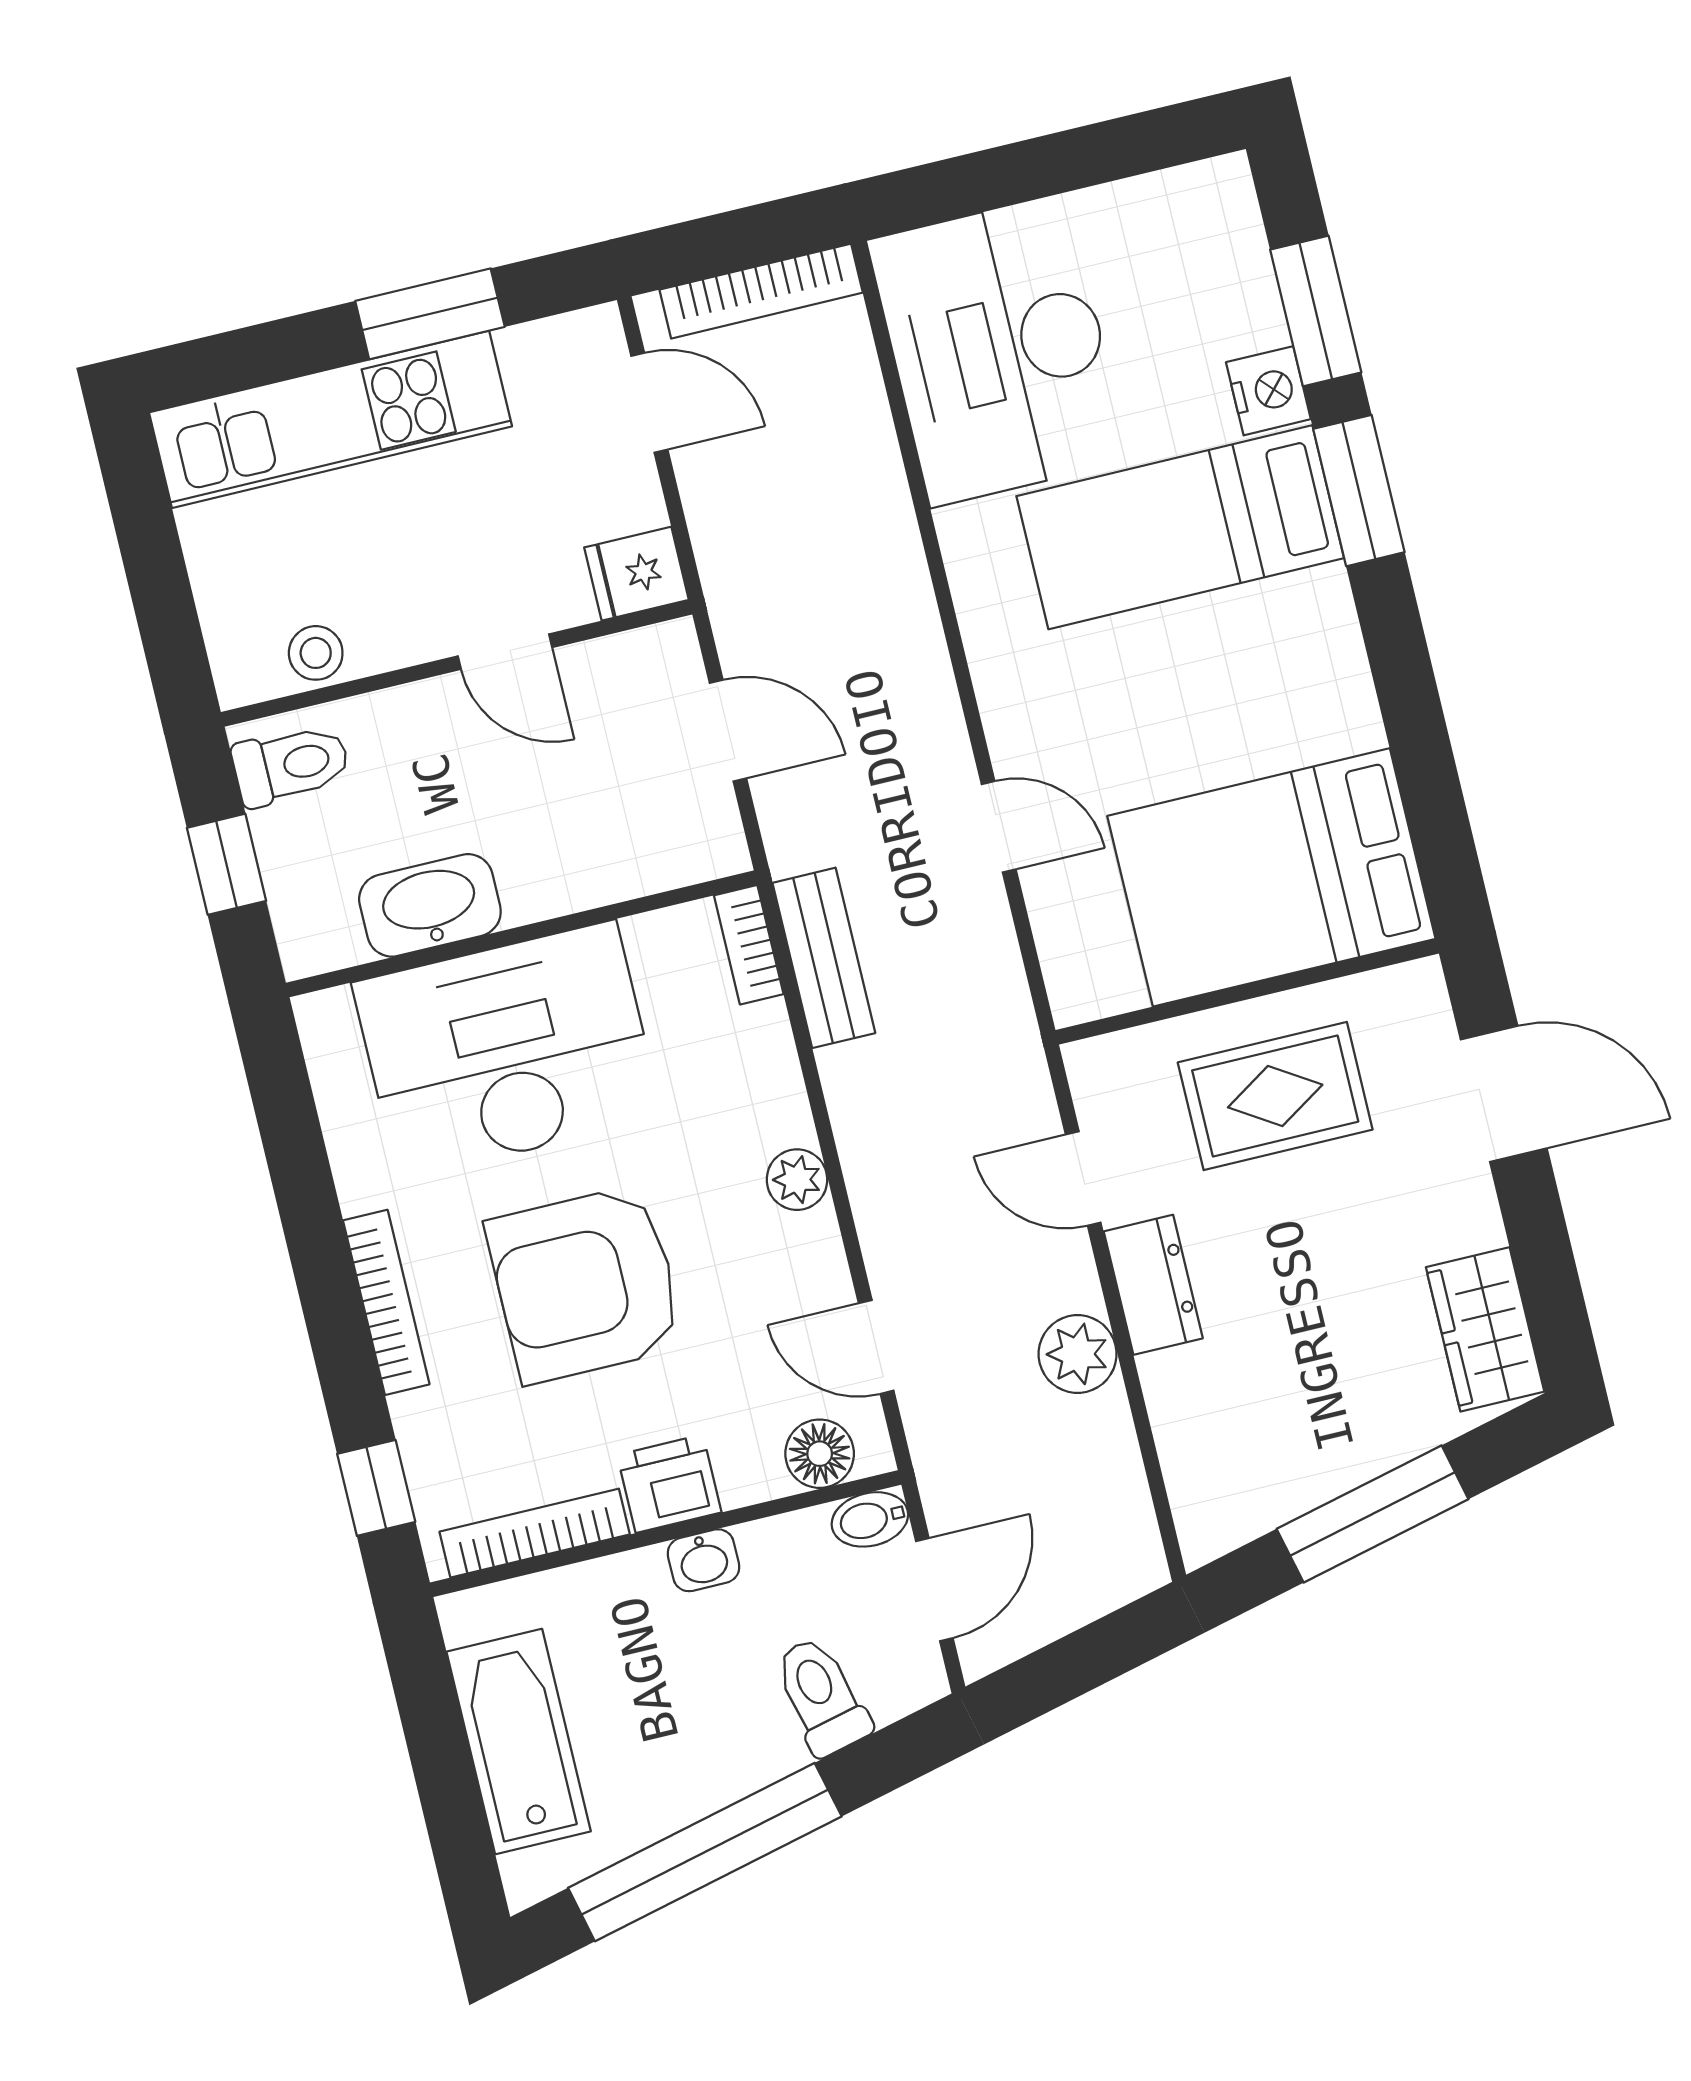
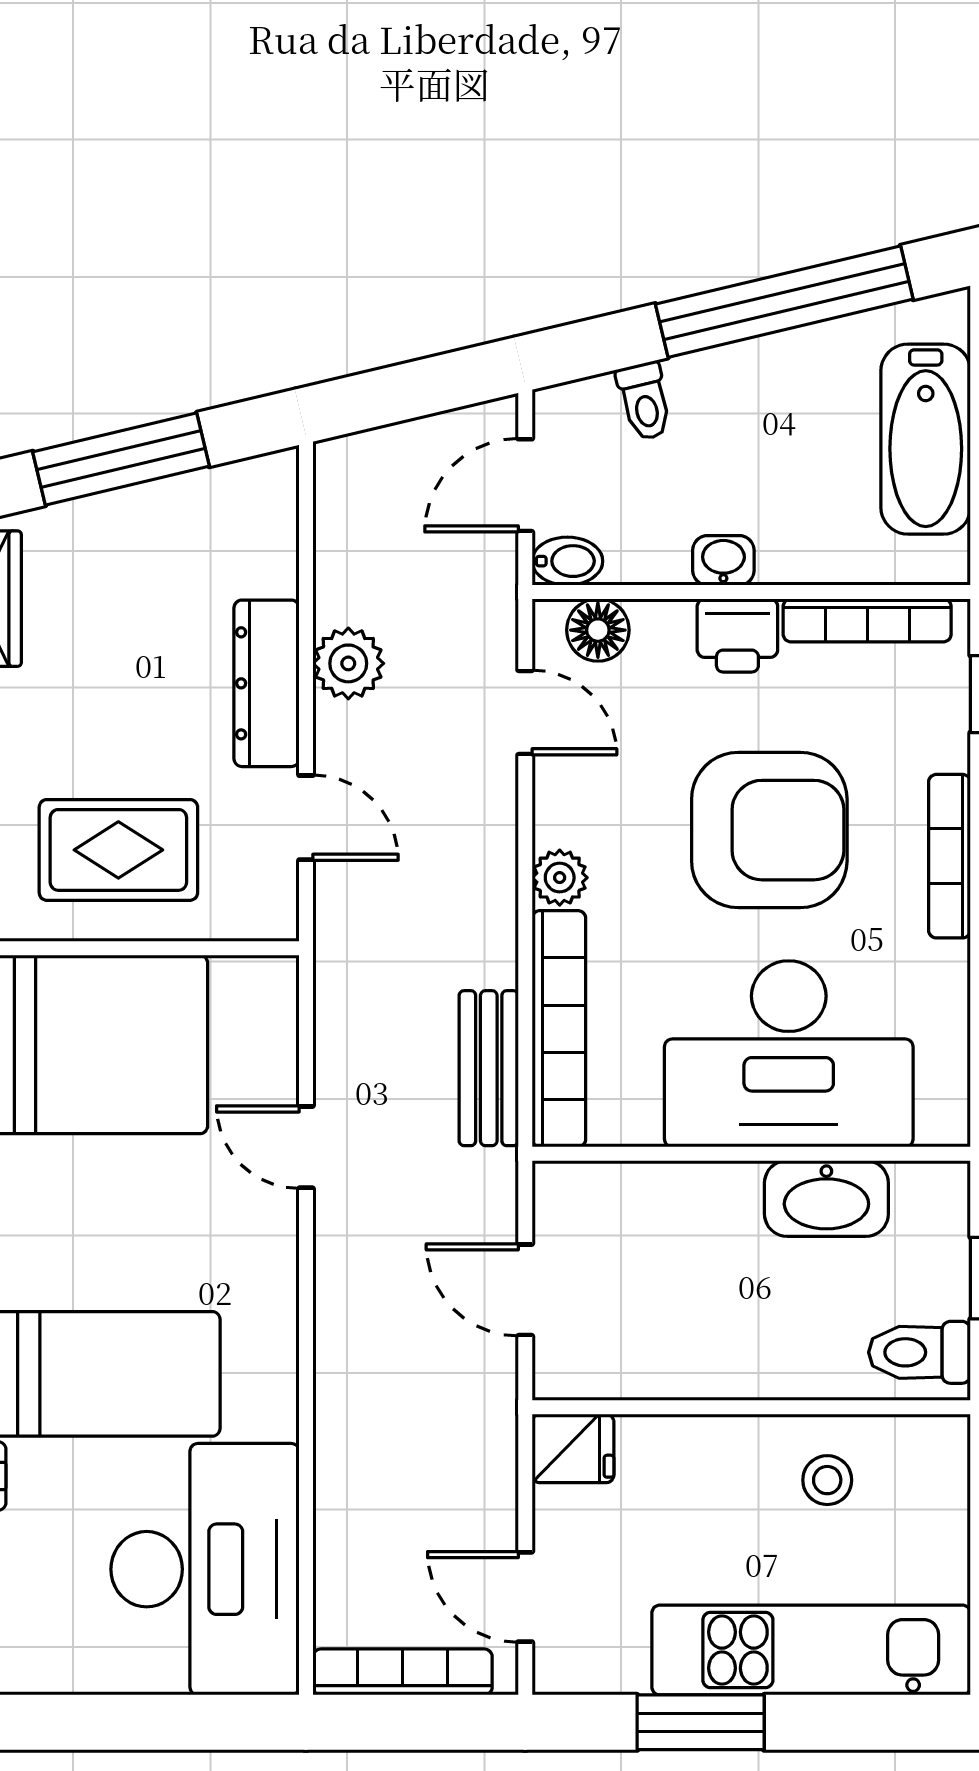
door: (505, 652) -> (706, 1407), removed
stool: (316, 653) -> (827, 1480), moved
bookcase: (749, 945) -> (559, 1029), width x2.31, depth x1.31
dresser: (1153, 1285) -> (267, 683), width x1.44
toilet: (821, 1696) -> (645, 401), width x0.73, depth x0.72

